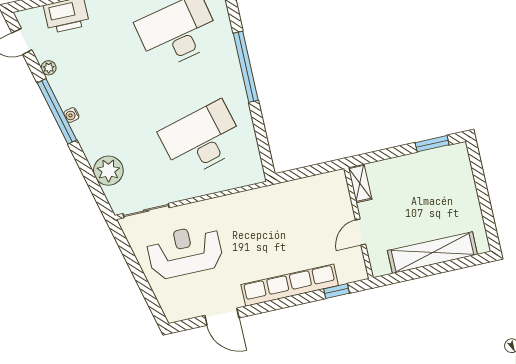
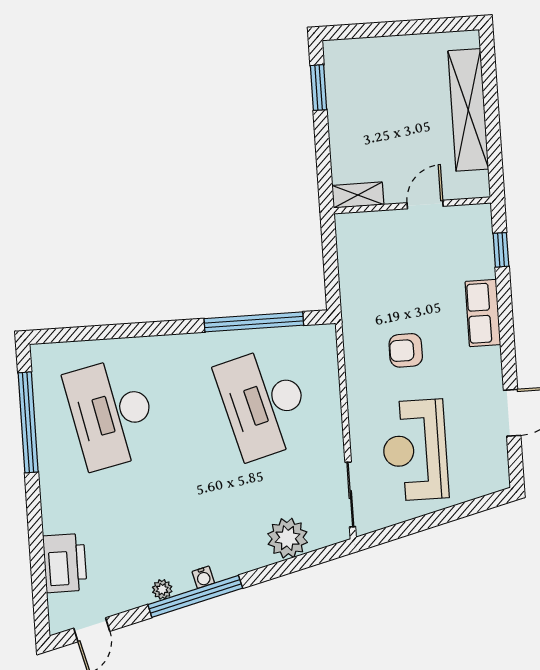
window: (246, 67) -> (254, 322), moved
plant: (49, 68) -> (162, 589), moved
door: (361, 232) -> (425, 204), swing flipped
armchair: (255, 234) -> (406, 350), added
row of seats: (290, 285) -> (483, 313), width x0.50

